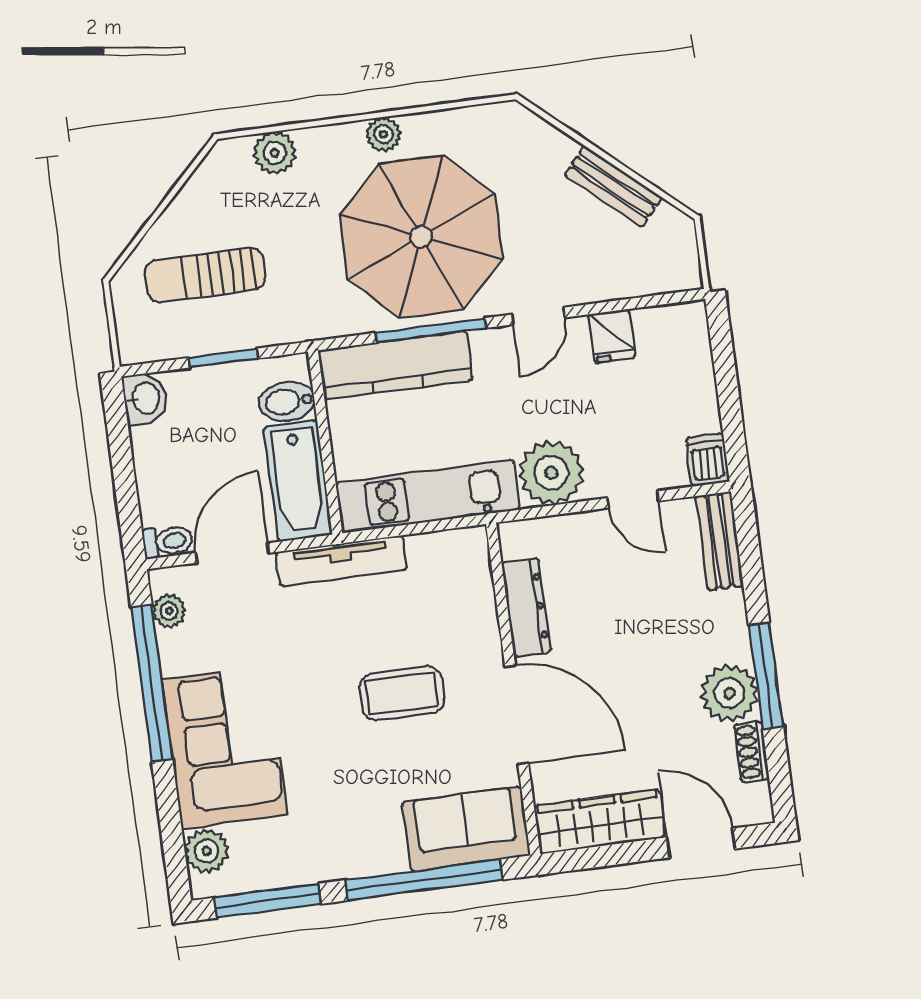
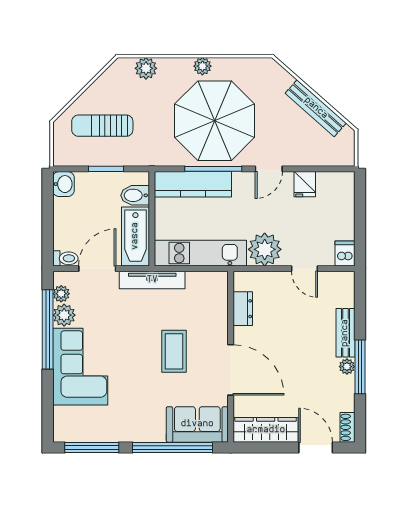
bench: (613, 186) -> (316, 108), width x1.36
bench: (719, 541) -> (345, 333), moved
dresser: (526, 607) -> (243, 309), width x0.70
coffee table: (402, 693) -> (174, 351), turned 90
plant: (729, 693) -> (347, 367), width x0.53, depth x0.53
shoe rack: (752, 752) -> (347, 427), moved
plant: (207, 851) -> (64, 315), moved

